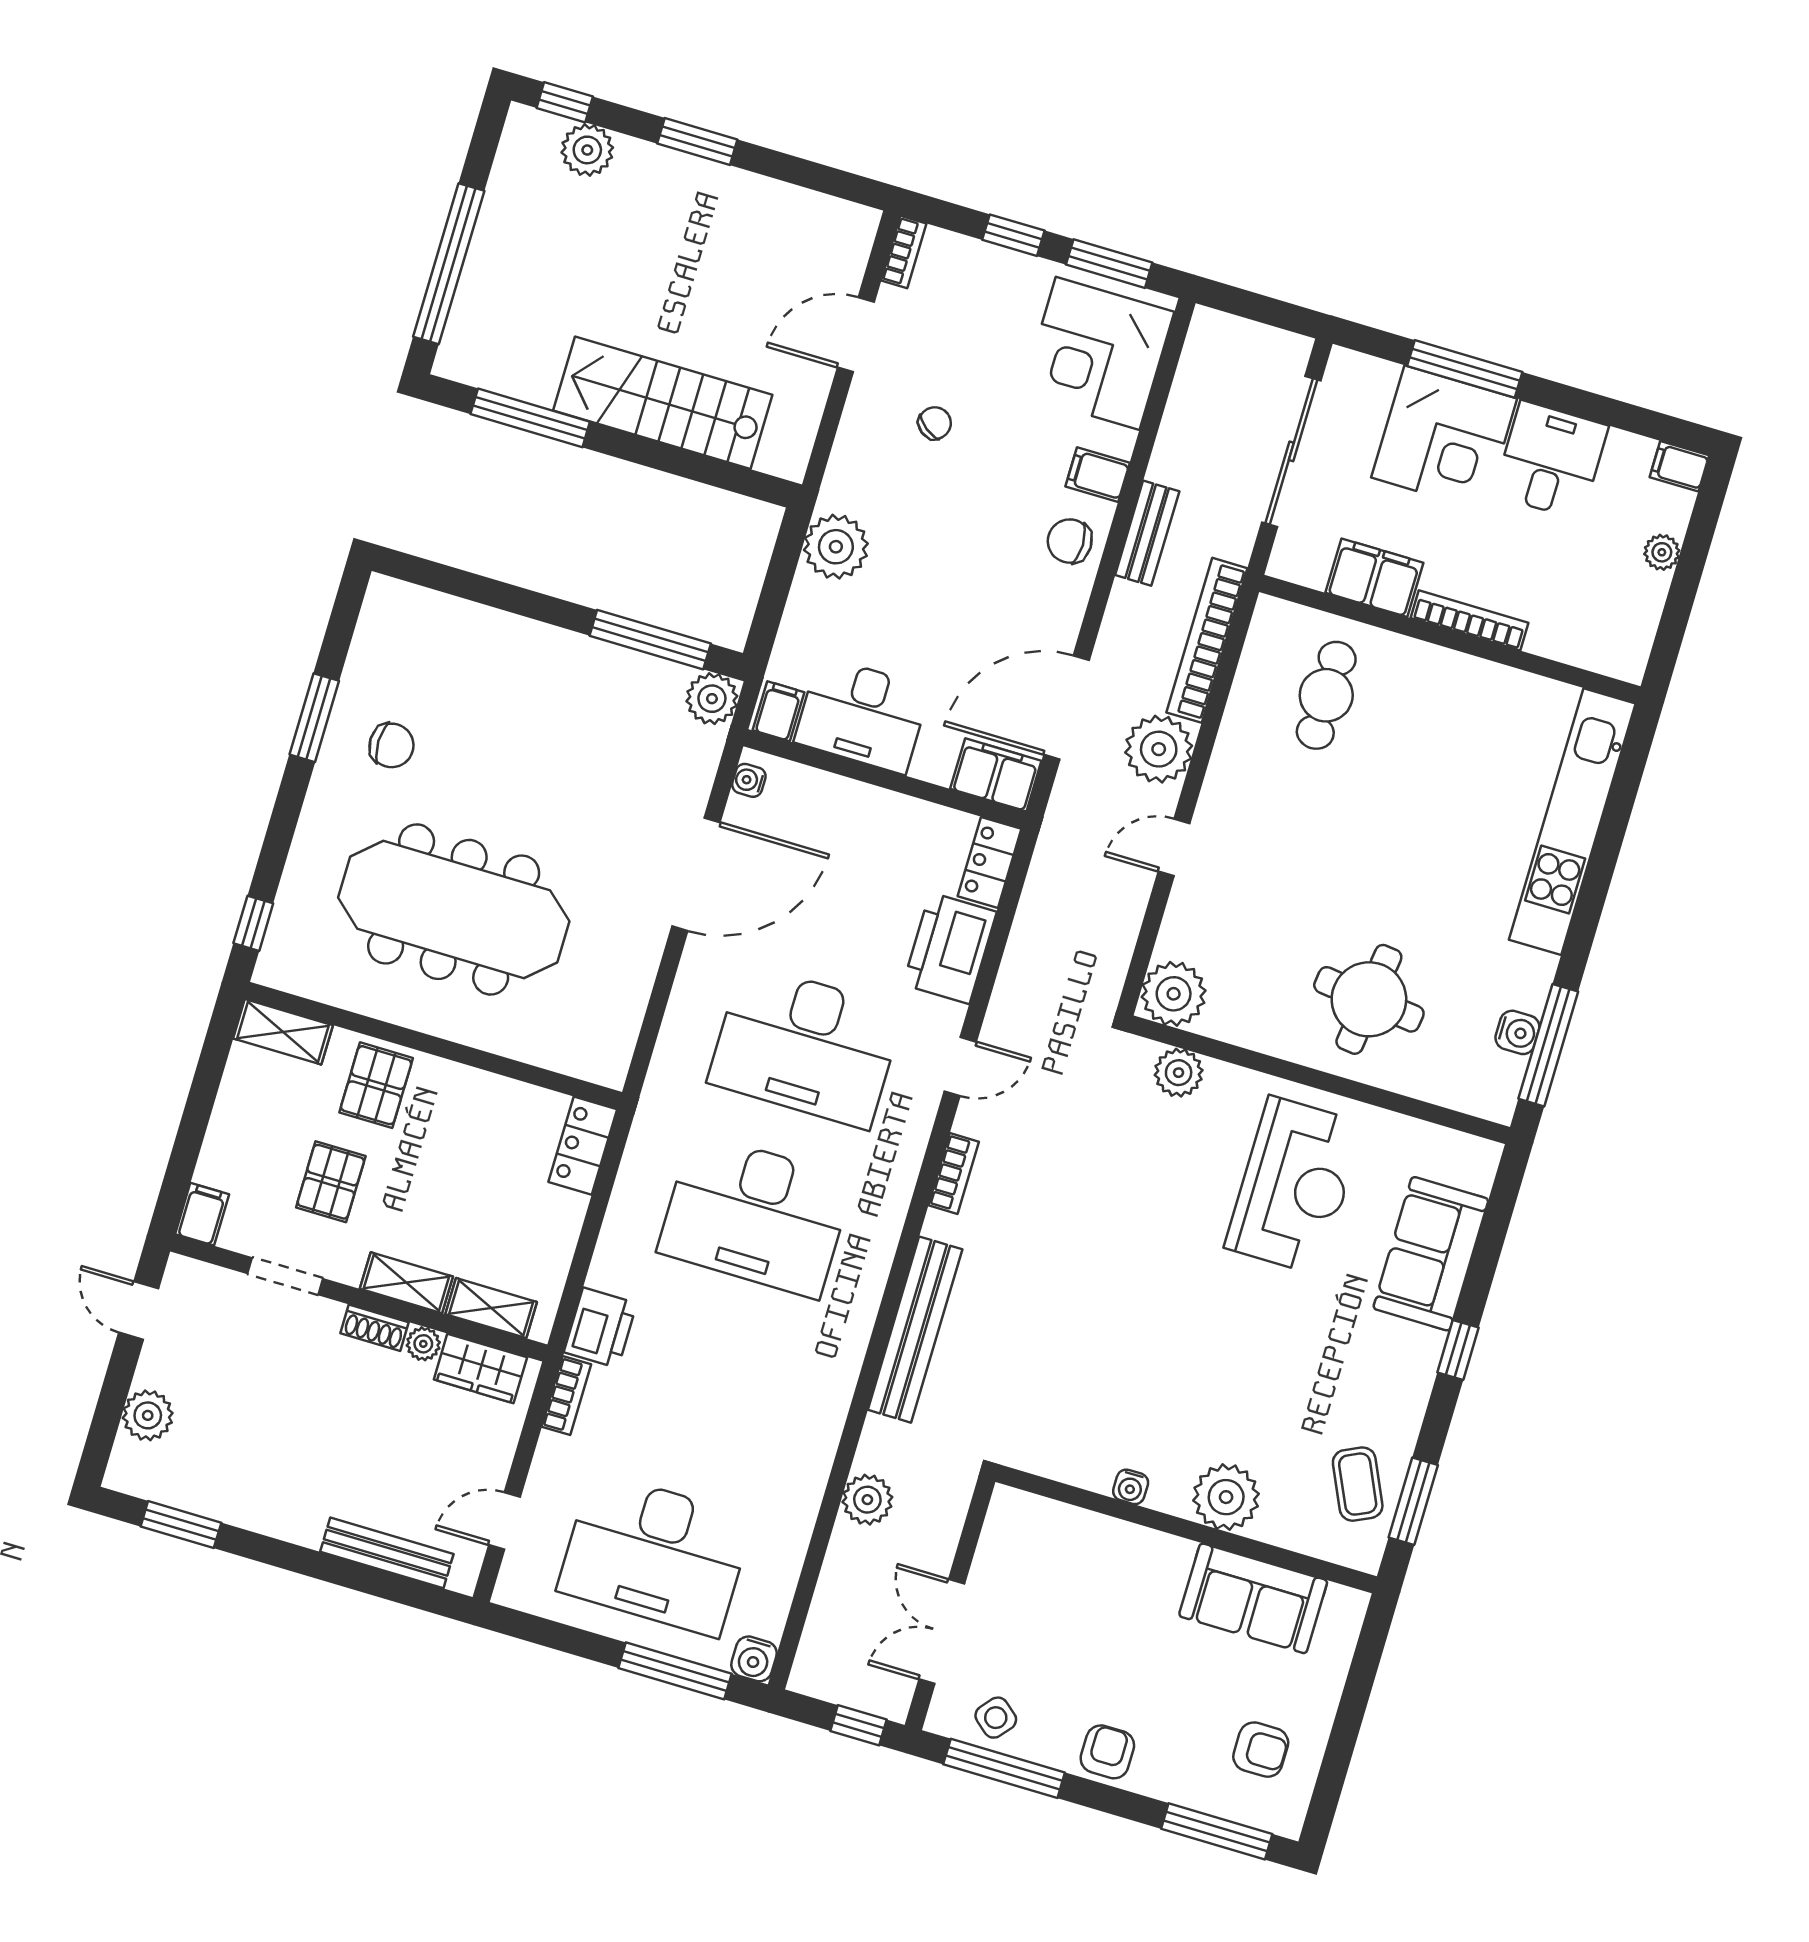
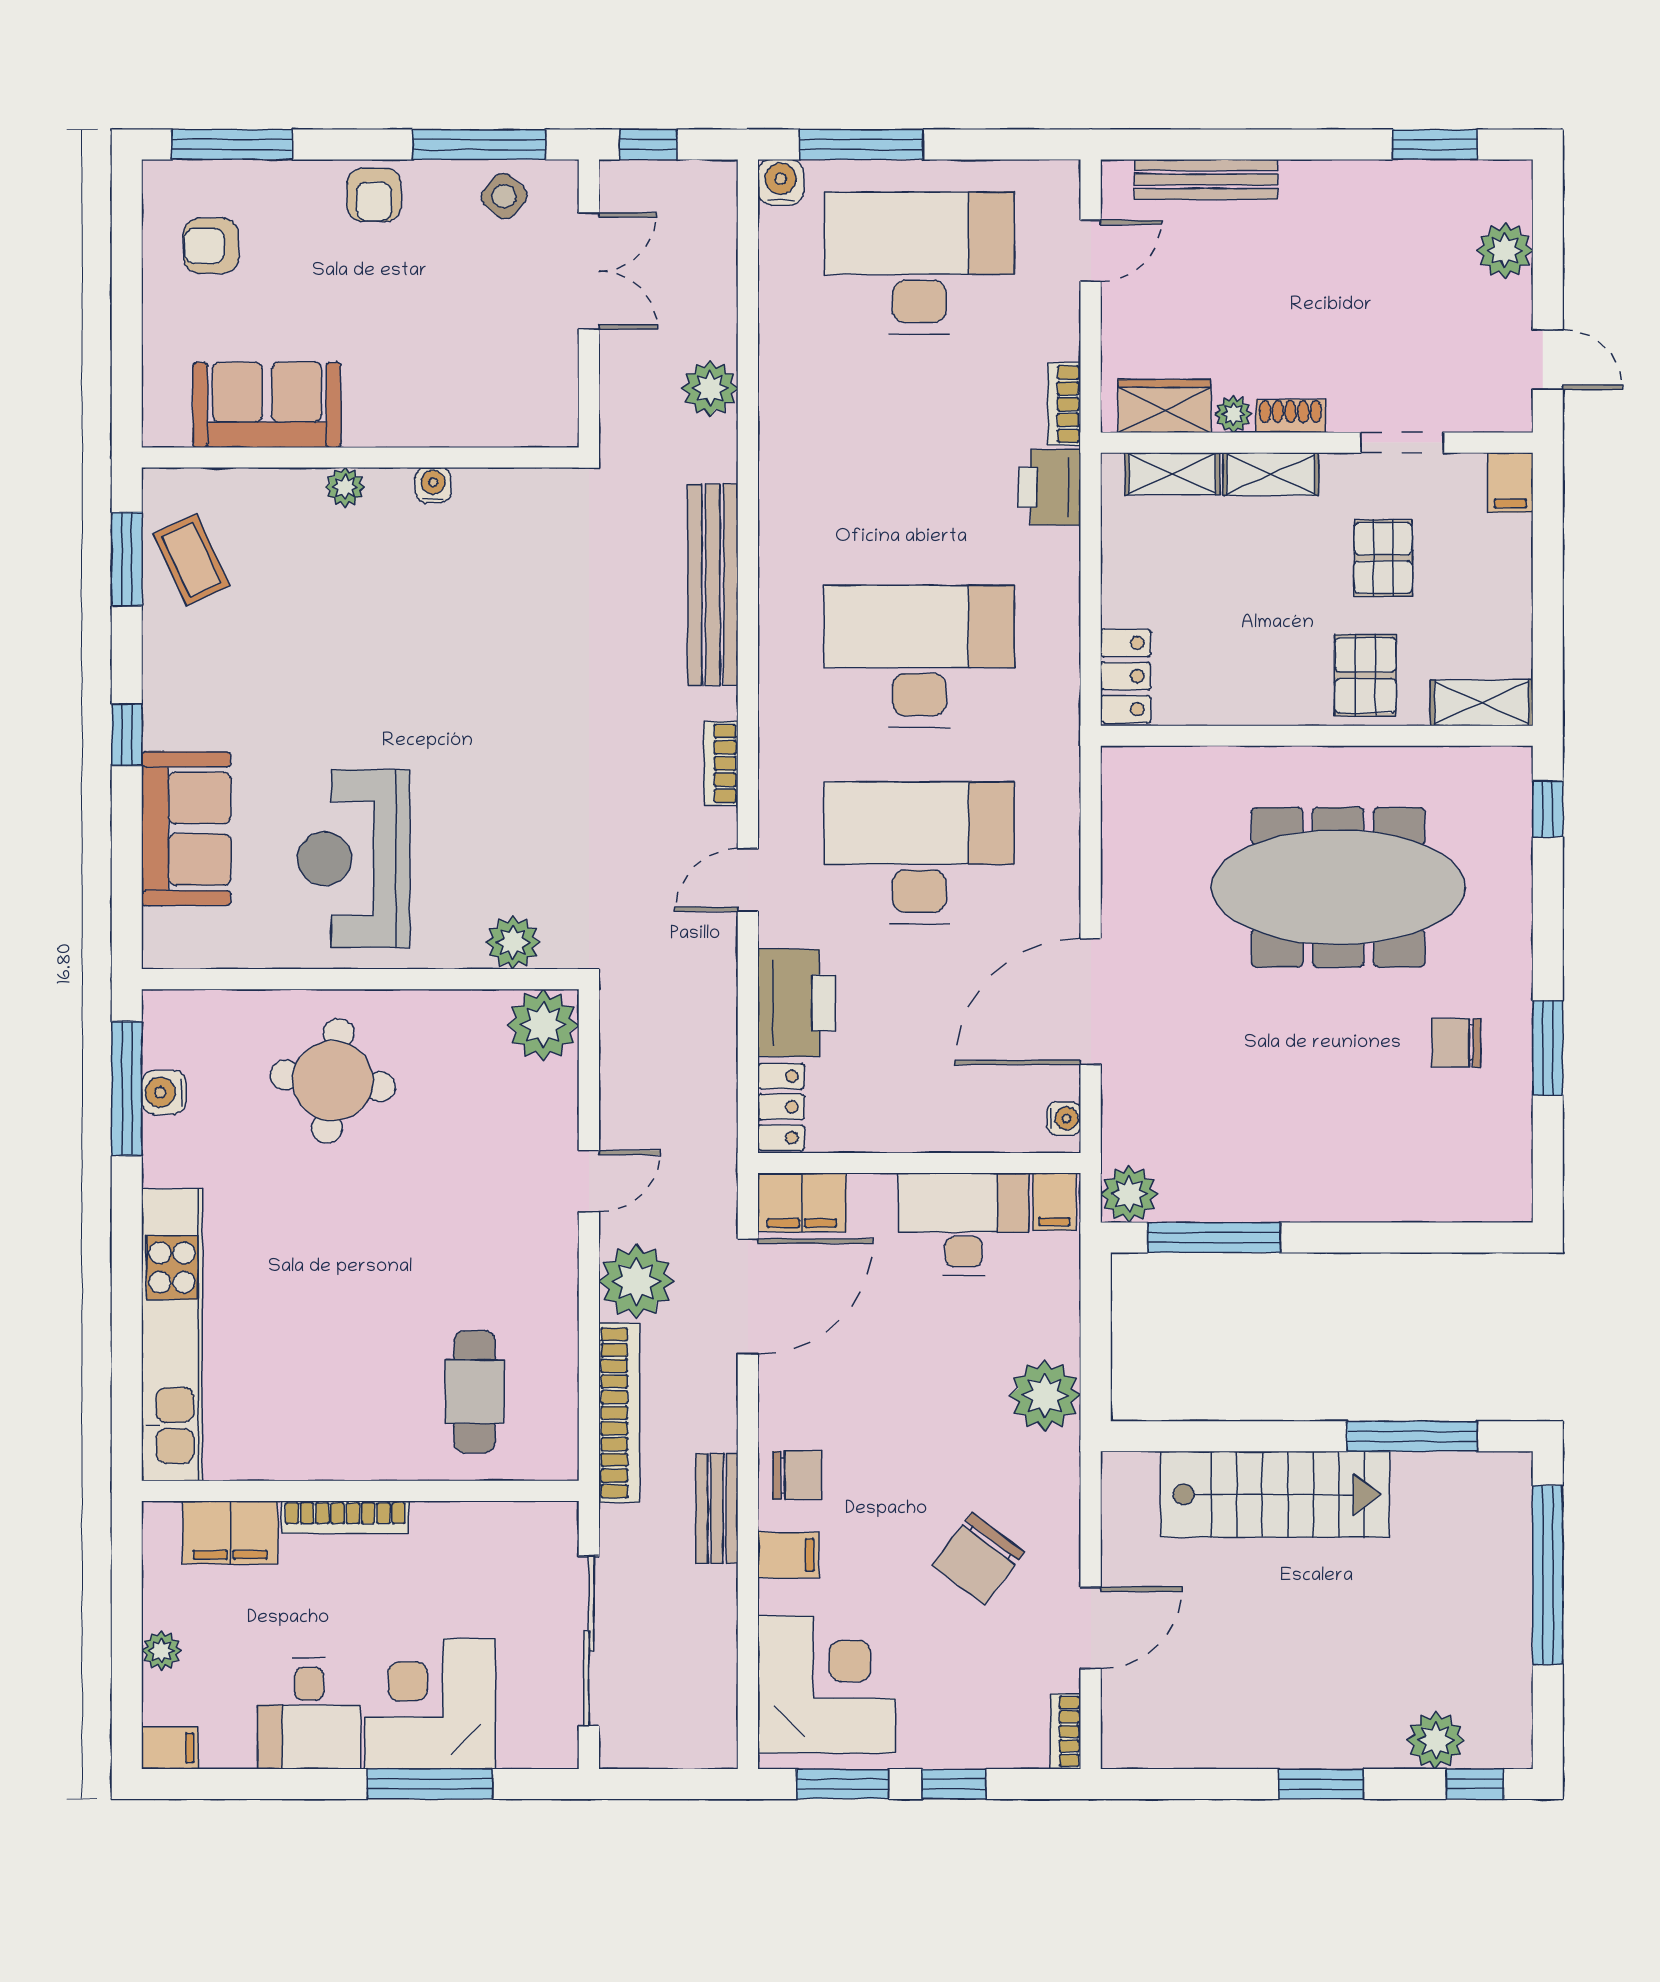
chair: (935, 423) -> (978, 1559), width x1.87, depth x1.87
filing cabinet: (1374, 578) -> (230, 1533), moved
plant: (1226, 1497) -> (345, 487), width x0.53, depth x0.53

